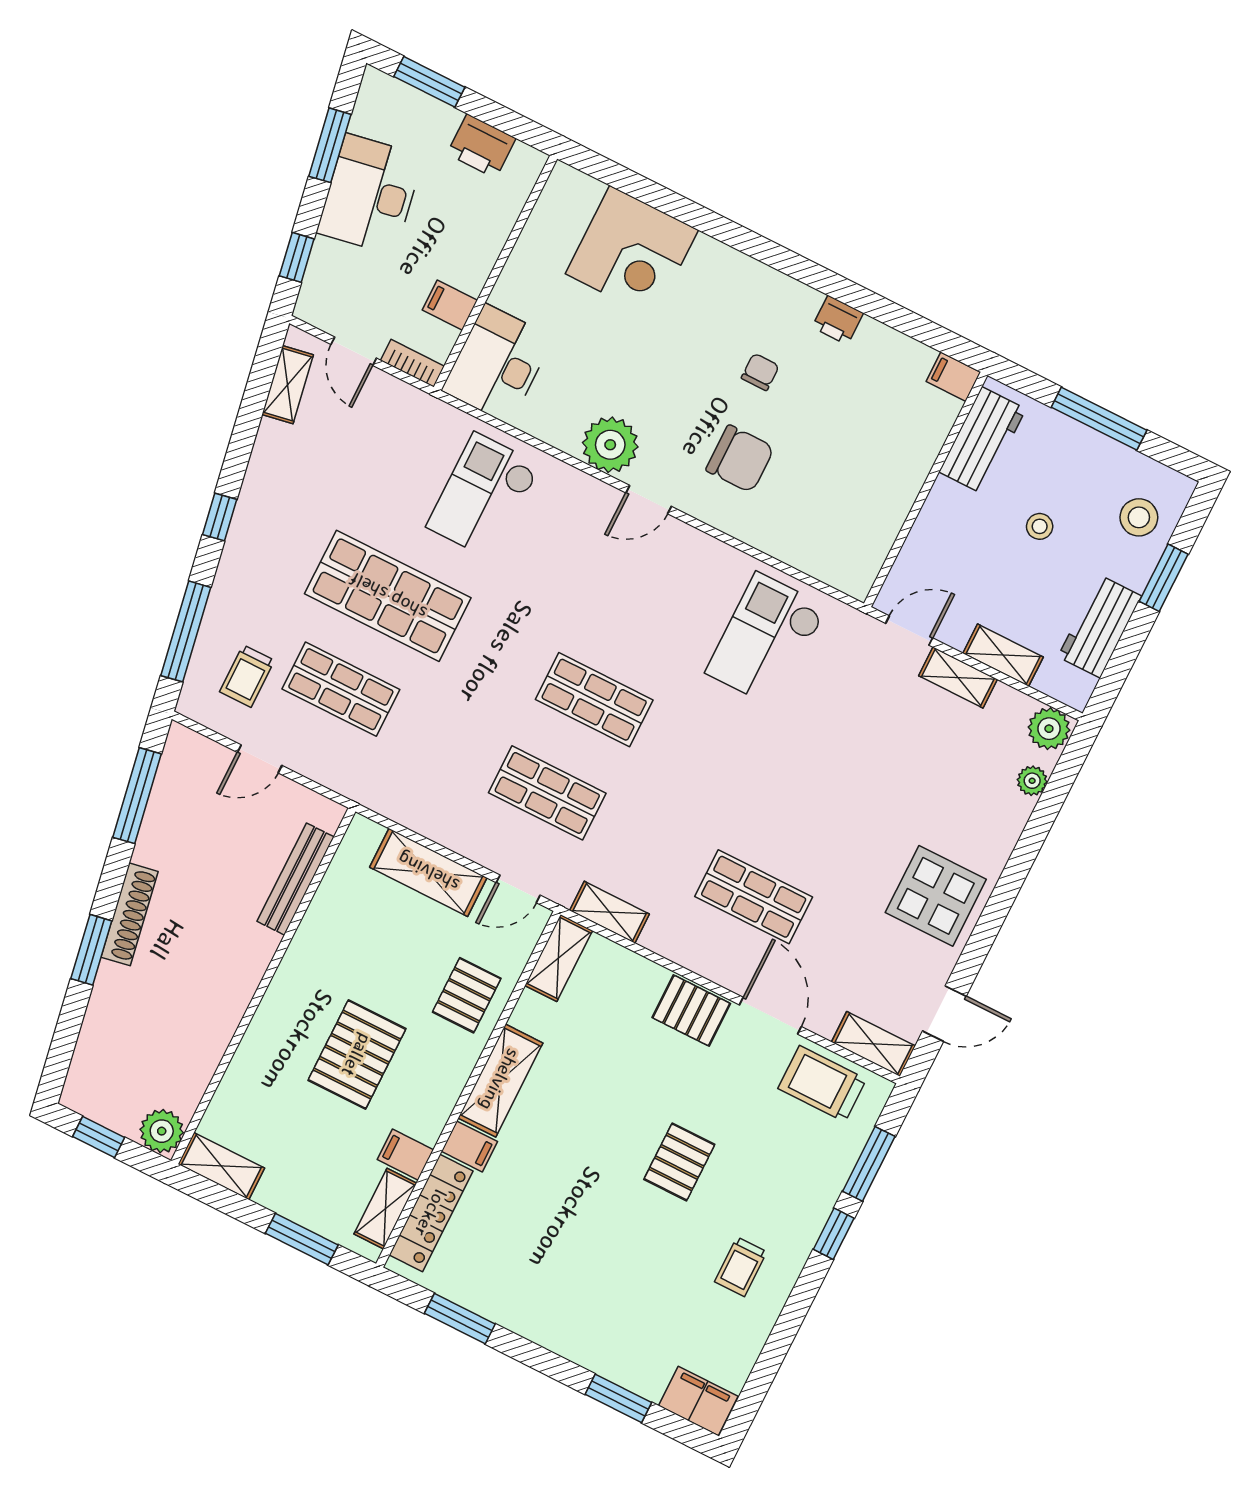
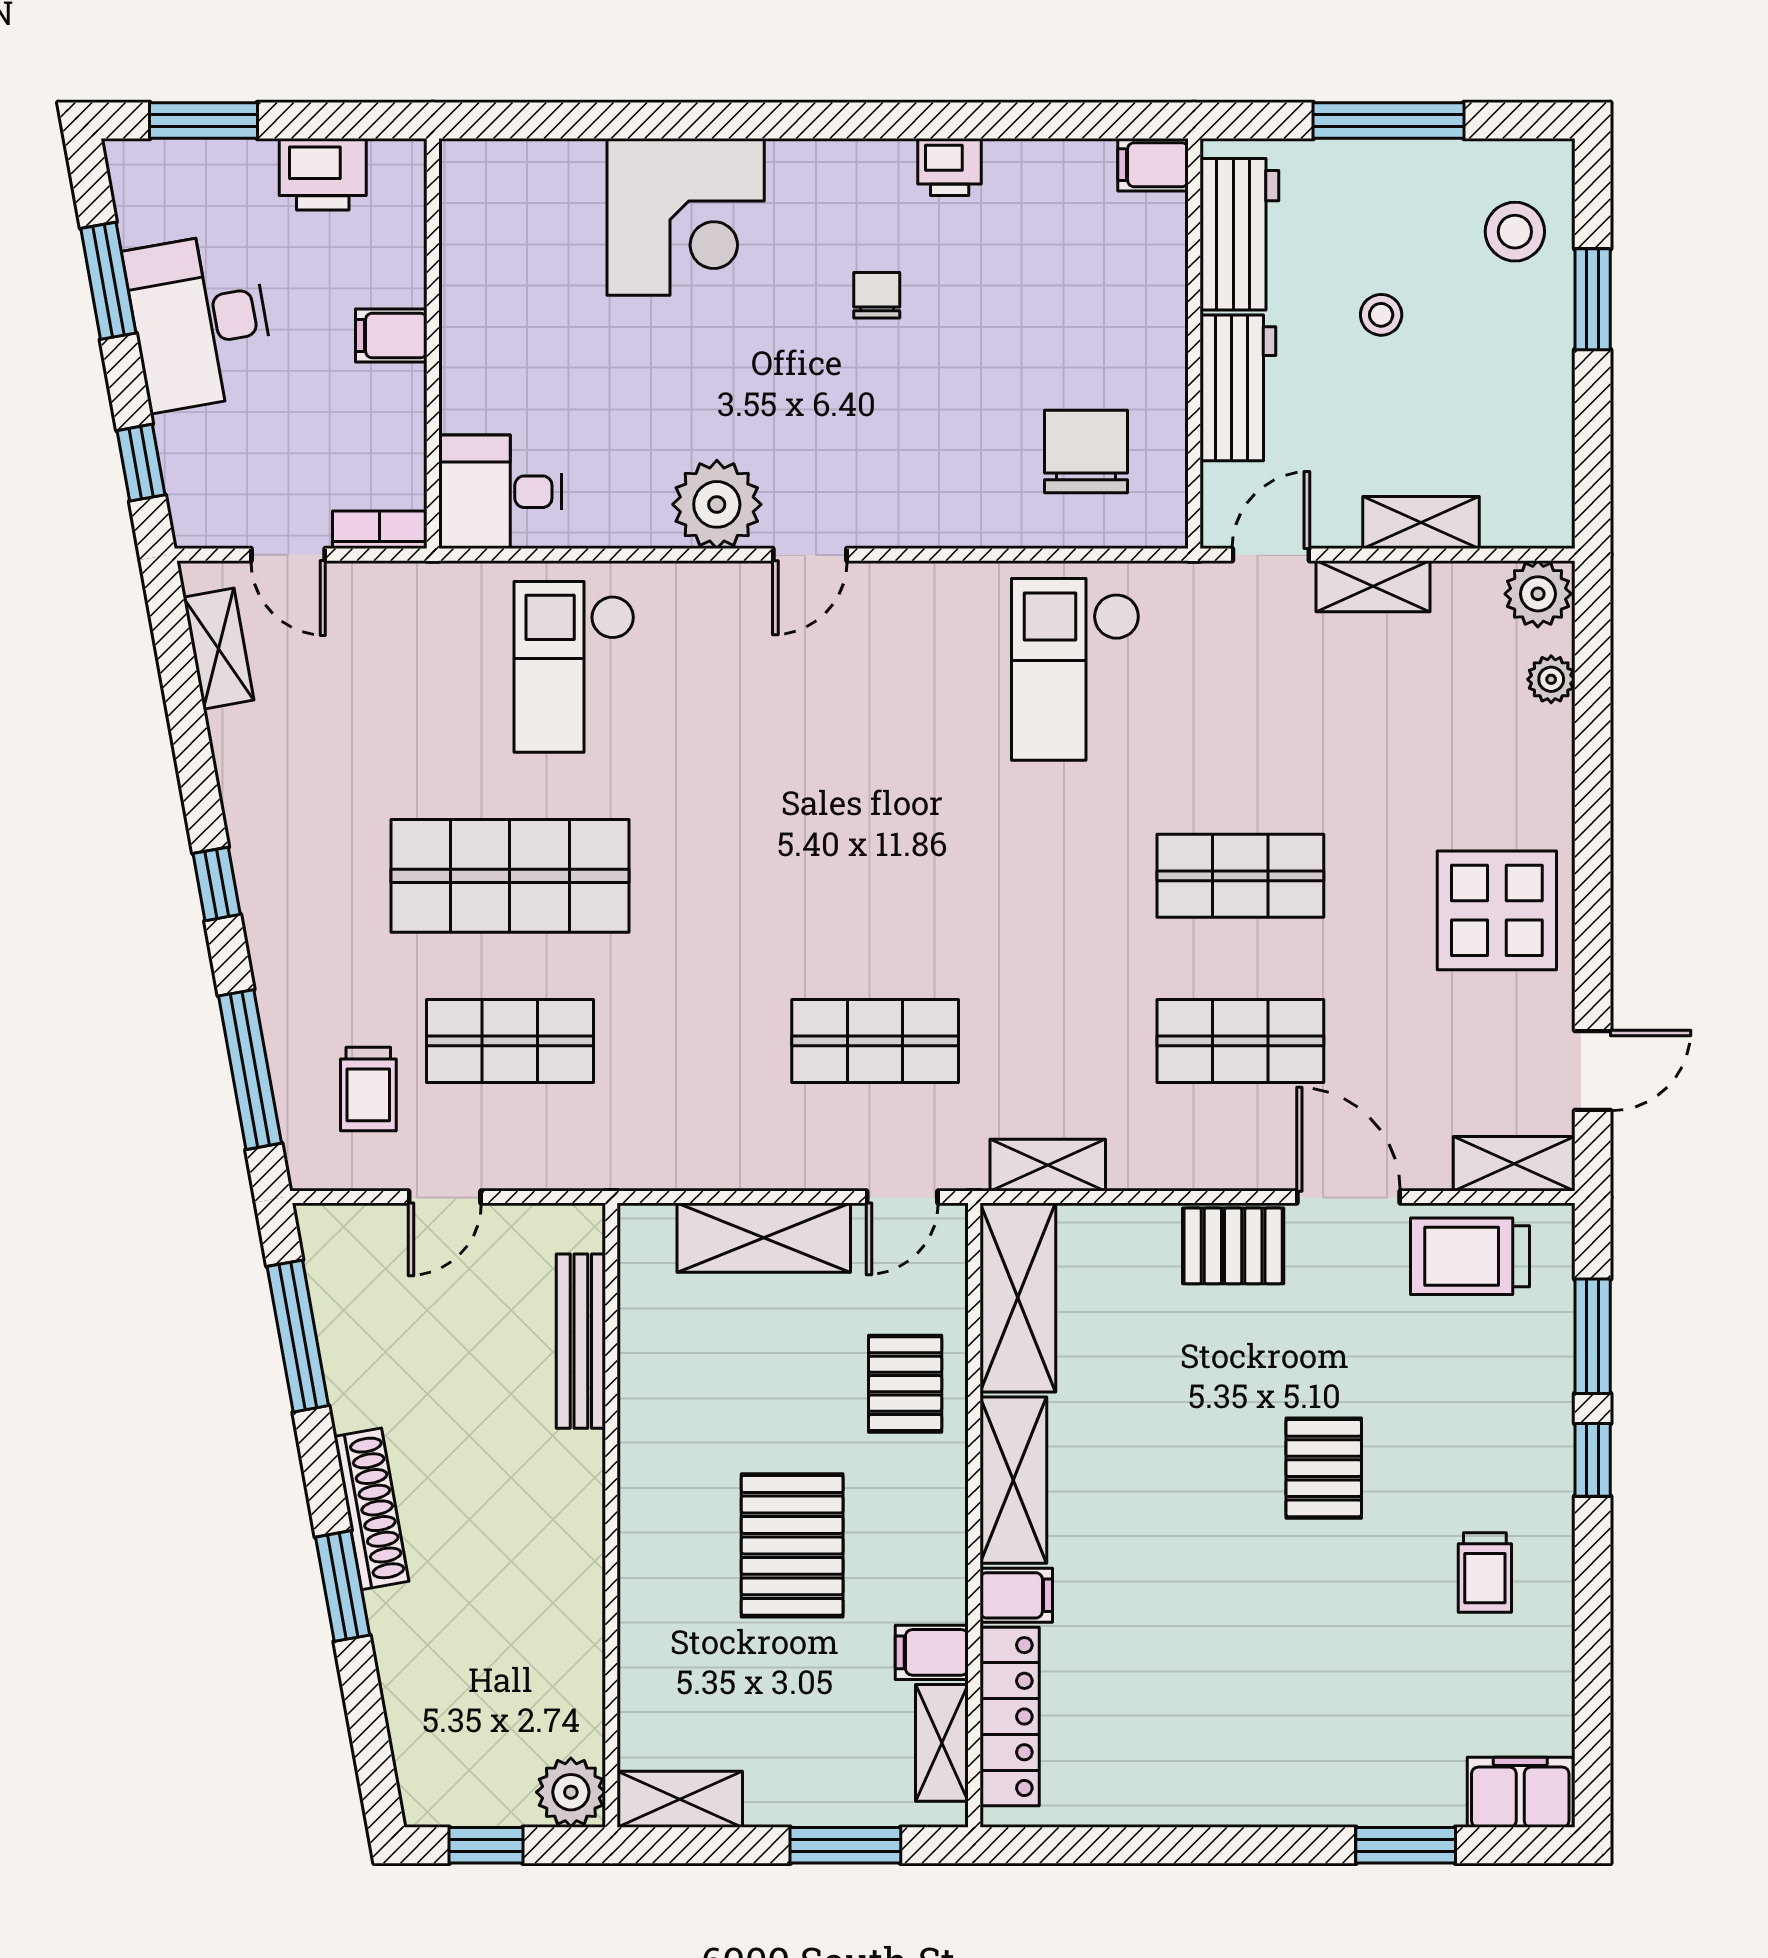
corner desk: (632, 252) -> (686, 217), moved
filing cabinet: (450, 305) -> (391, 335), moved
desk: (497, 364) -> (500, 492), width x0.73
chair: (740, 459) -> (1086, 452), moved, turned -90
workbench: (1100, 626) -> (1238, 388), moved, turned 180
shop shelf: (594, 700) -> (1240, 876), moved
shelving: (559, 958) -> (1018, 1298), width x1.50, depth x1.33
window: (460, 1319) -> (1125, 1845), removed

